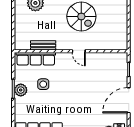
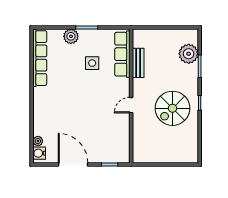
plant: (21, 90) -> (71, 36), moved

